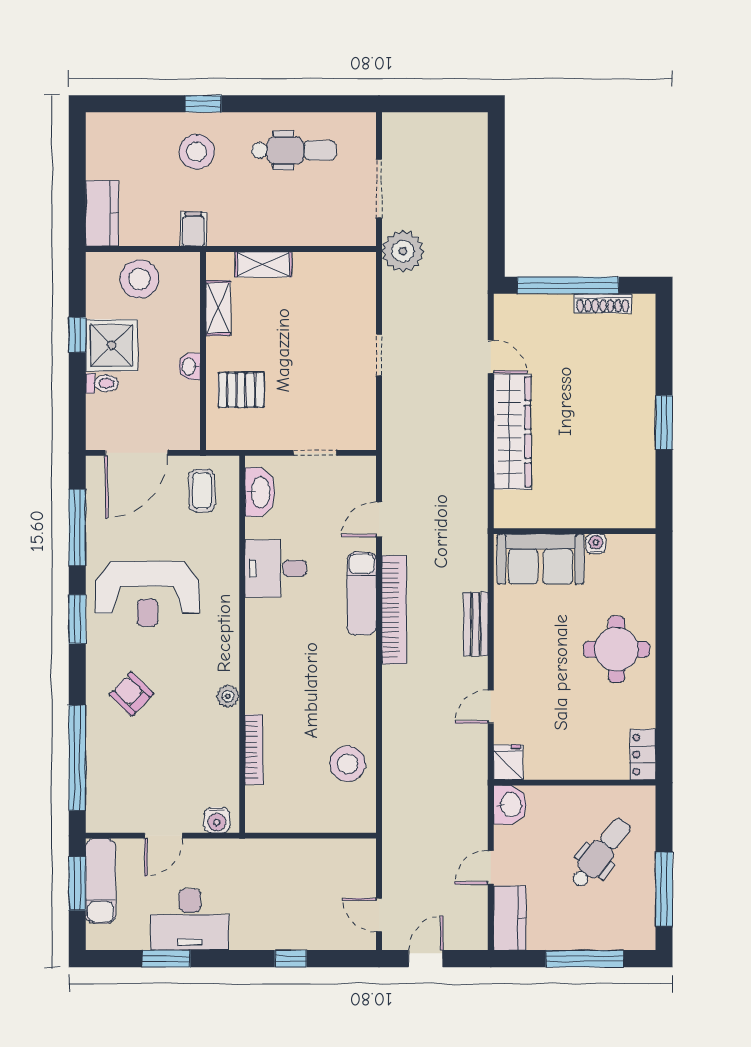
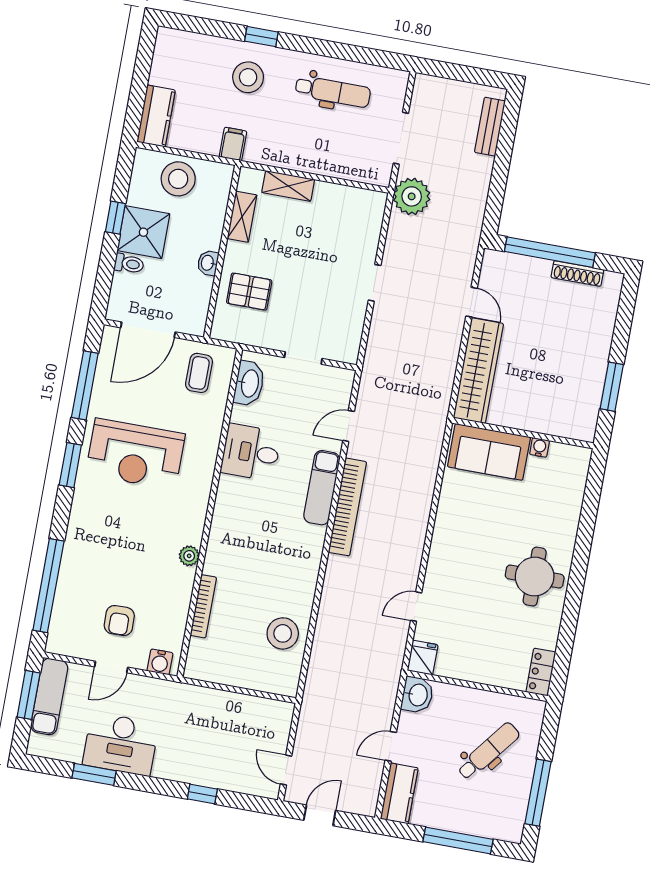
wall: (575, 531) -> (523, 433), moved
water cooler: (596, 544) -> (540, 447), moved
sofa: (541, 559) -> (489, 452), moved
bench: (476, 624) -> (490, 127), moved
armchair: (132, 694) -> (119, 621), moved, turned -135

